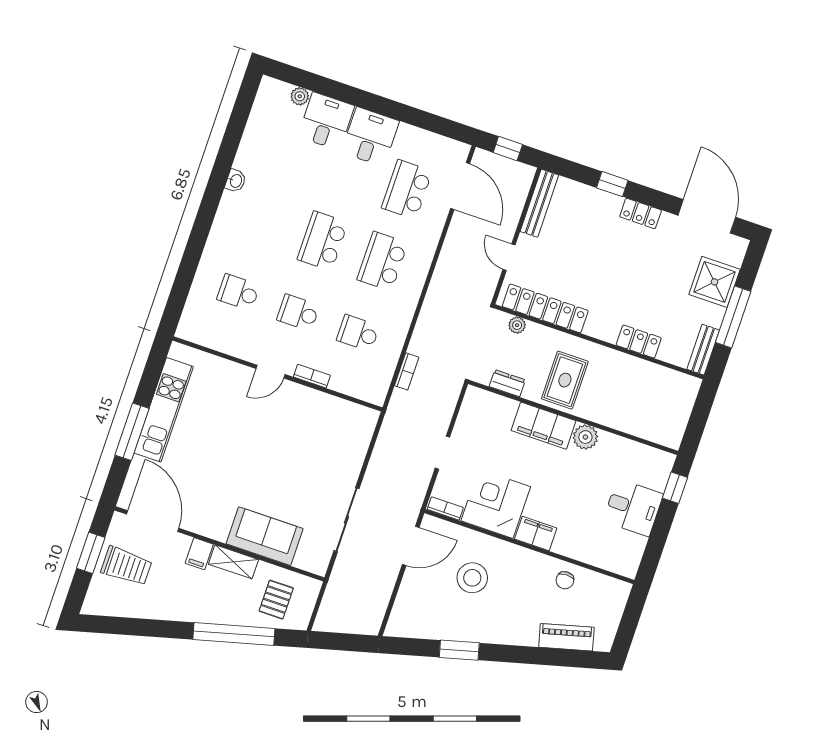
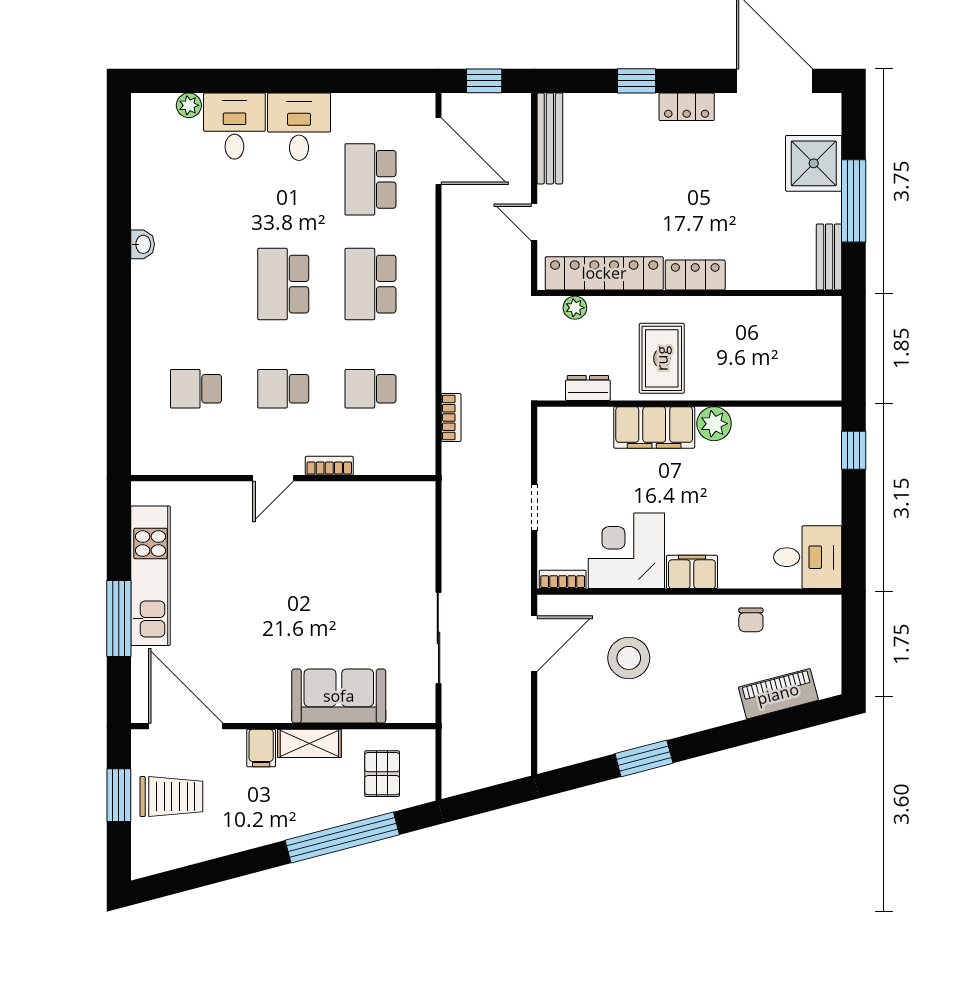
locker: (639, 341) -> (695, 275), moved
desk: (633, 508) -> (808, 557), moved

